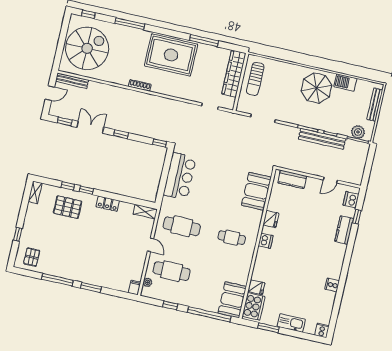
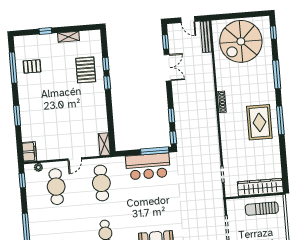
window: (204, 41) -> (280, 120), moved
spiral stairs: (87, 48) -> (241, 41), turned 90
rug: (171, 55) -> (259, 122), width x0.73, depth x0.69
window: (121, 134) -> (171, 115), moved
window: (167, 165) -> (155, 151), added
shelving: (35, 192) -> (69, 37), moved
locker: (108, 204) -> (101, 107), removed
pallet: (32, 257) -> (32, 66), moved
window: (57, 280) -> (13, 68), moved
filing cabinet: (134, 288) -> (29, 152), width x2.00
window: (170, 305) -> (22, 181), moved

